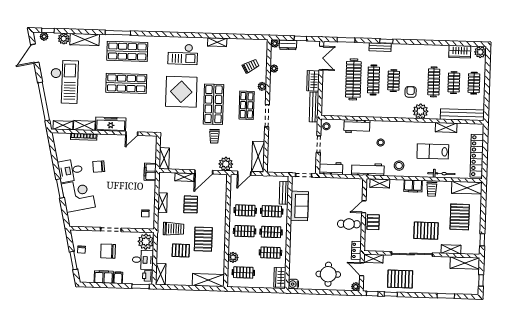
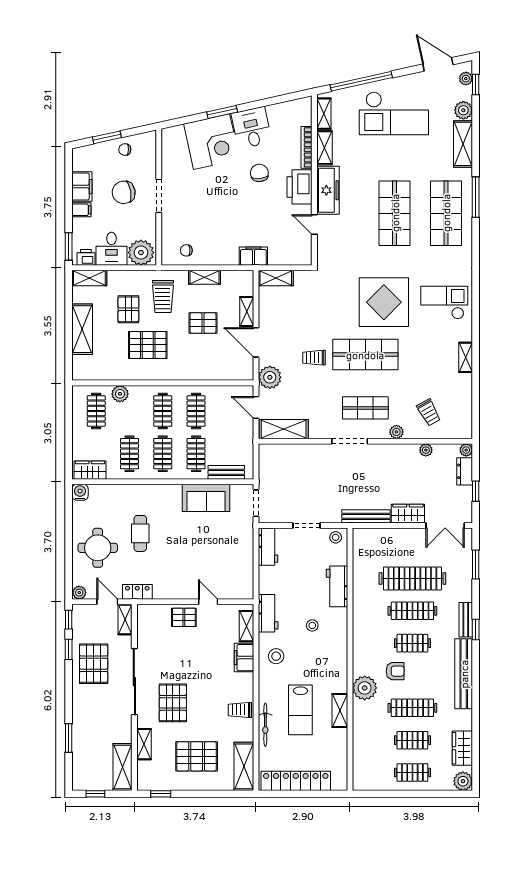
checkout: (183, 54) -> (444, 303), turned 90
bench: (462, 115) -> (464, 674), moved
shelving: (446, 127) -> (340, 711), moved
printer: (108, 142) -> (299, 187), added
lab bench: (433, 151) -> (300, 710), turned 180
workbench: (368, 170) -> (268, 613), width x0.73
filing cabinet: (413, 186) -> (244, 658), moved
cafe table: (349, 224) -> (140, 533), moved
chair: (108, 251) -> (124, 192), turned -100
door: (362, 269) -> (107, 602), hinge flipped
shelving: (208, 280) -> (82, 329), moved

